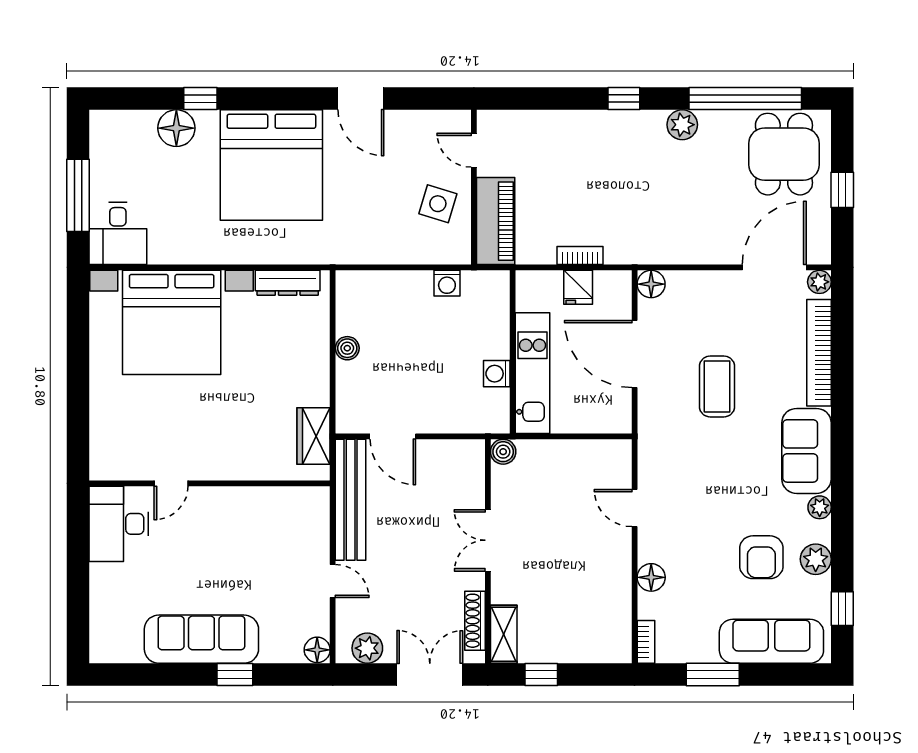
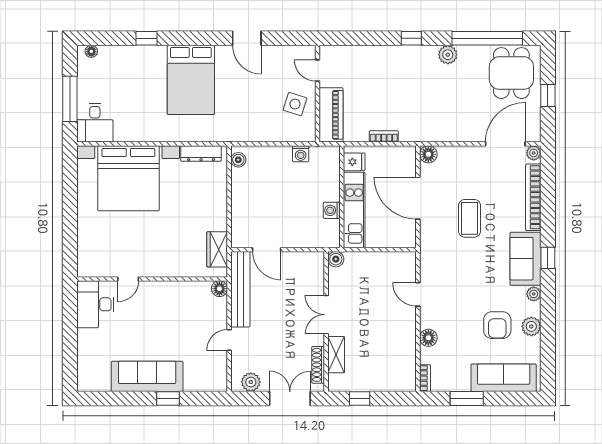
floor lamp: (176, 128) -> (91, 51), moved, width x0.53, depth x0.53
bed: (271, 165) -> (191, 80), width x0.73
fridge: (578, 287) -> (354, 162), moved, turned -90
boiler: (347, 348) -> (238, 160), moved
door: (333, 581) -> (229, 340), swing flipped
window: (842, 609) -> (548, 258), moved
shelving: (504, 634) -> (336, 355), moved
floor lamp: (317, 650) -> (219, 289), moved

